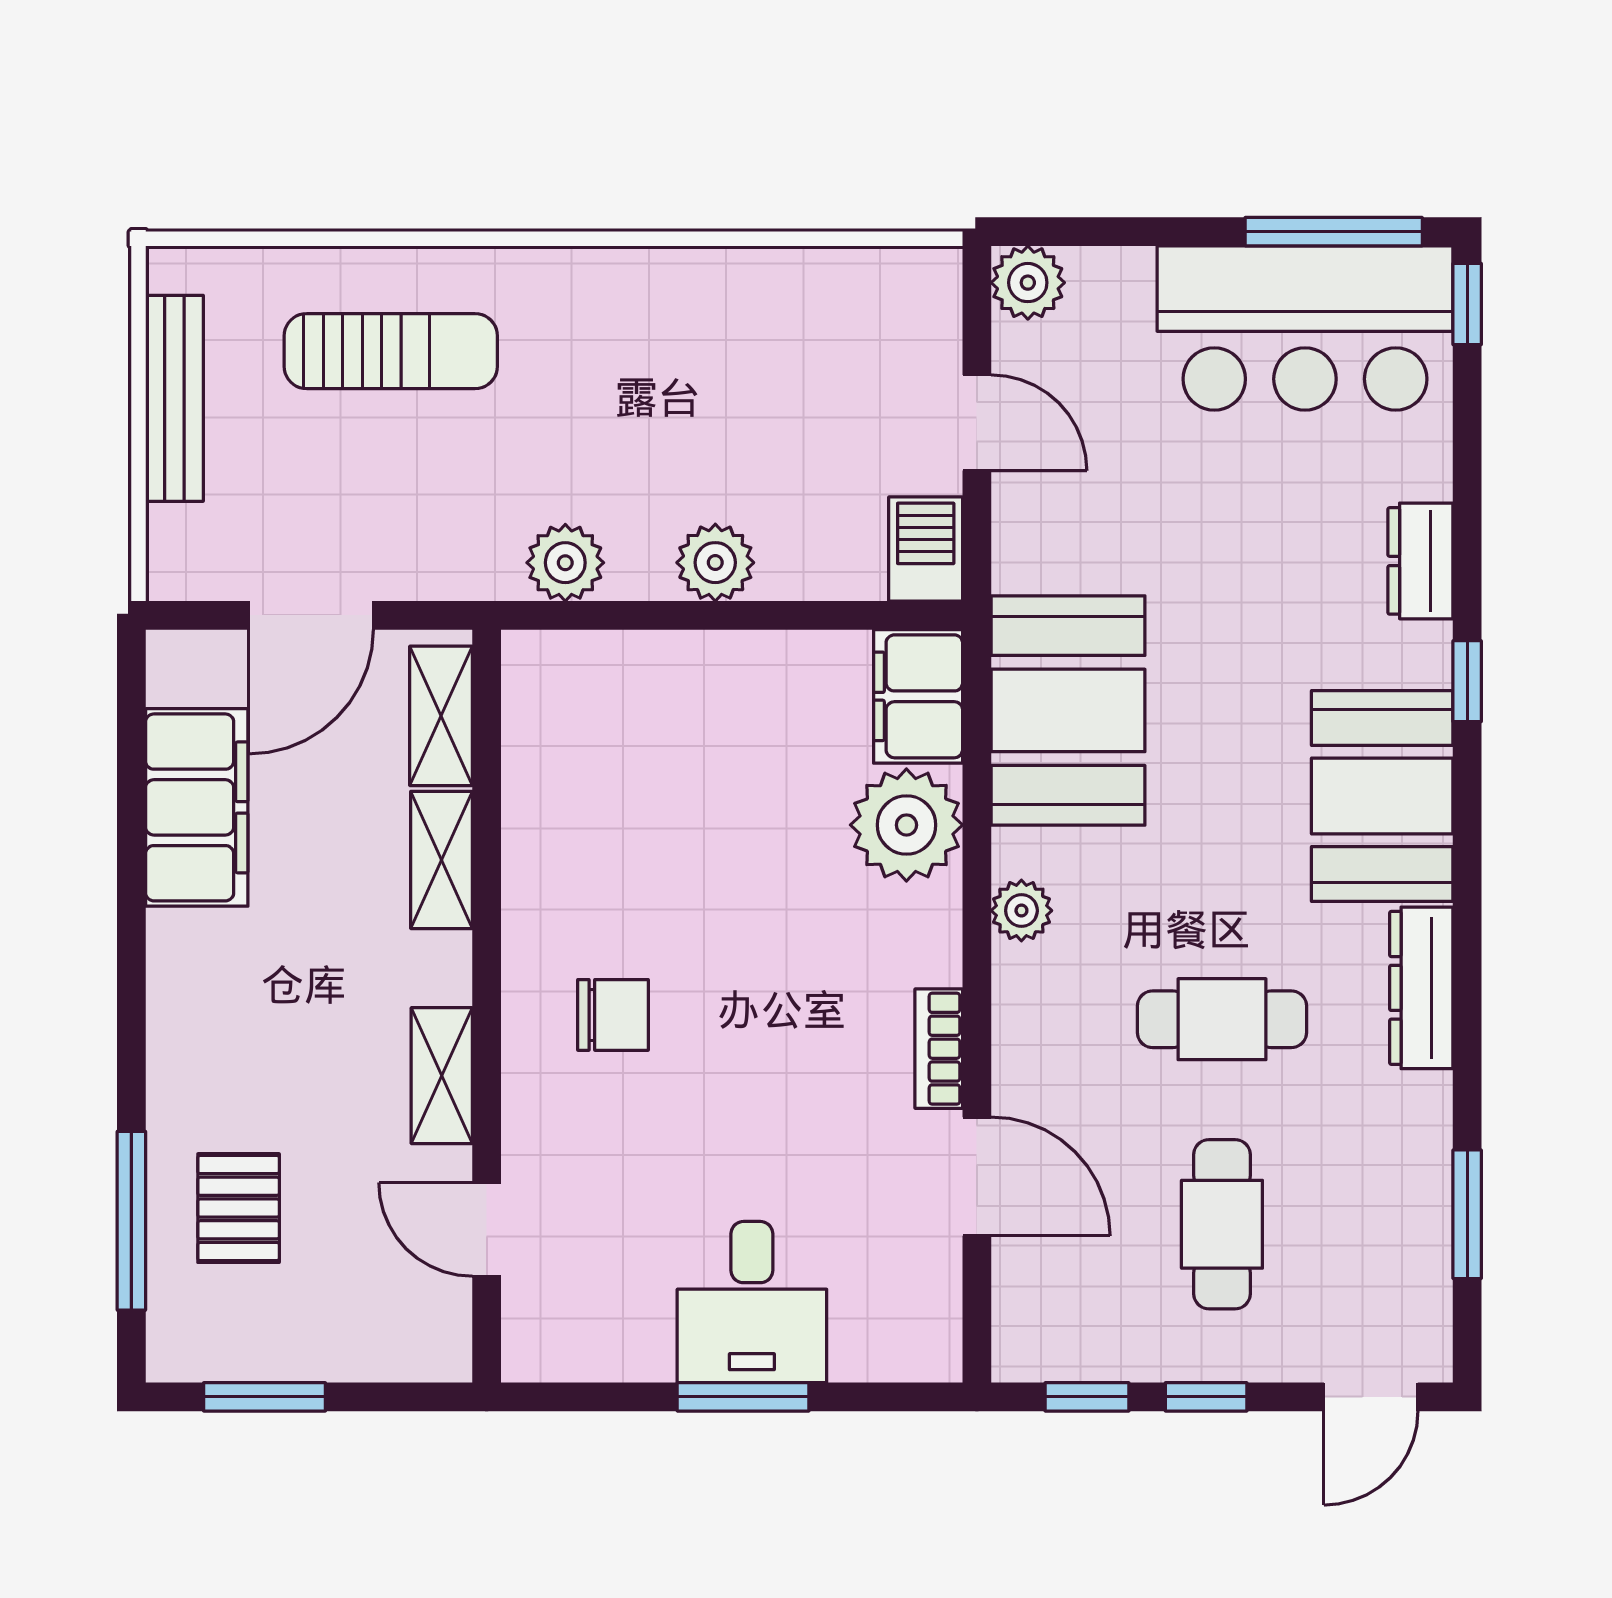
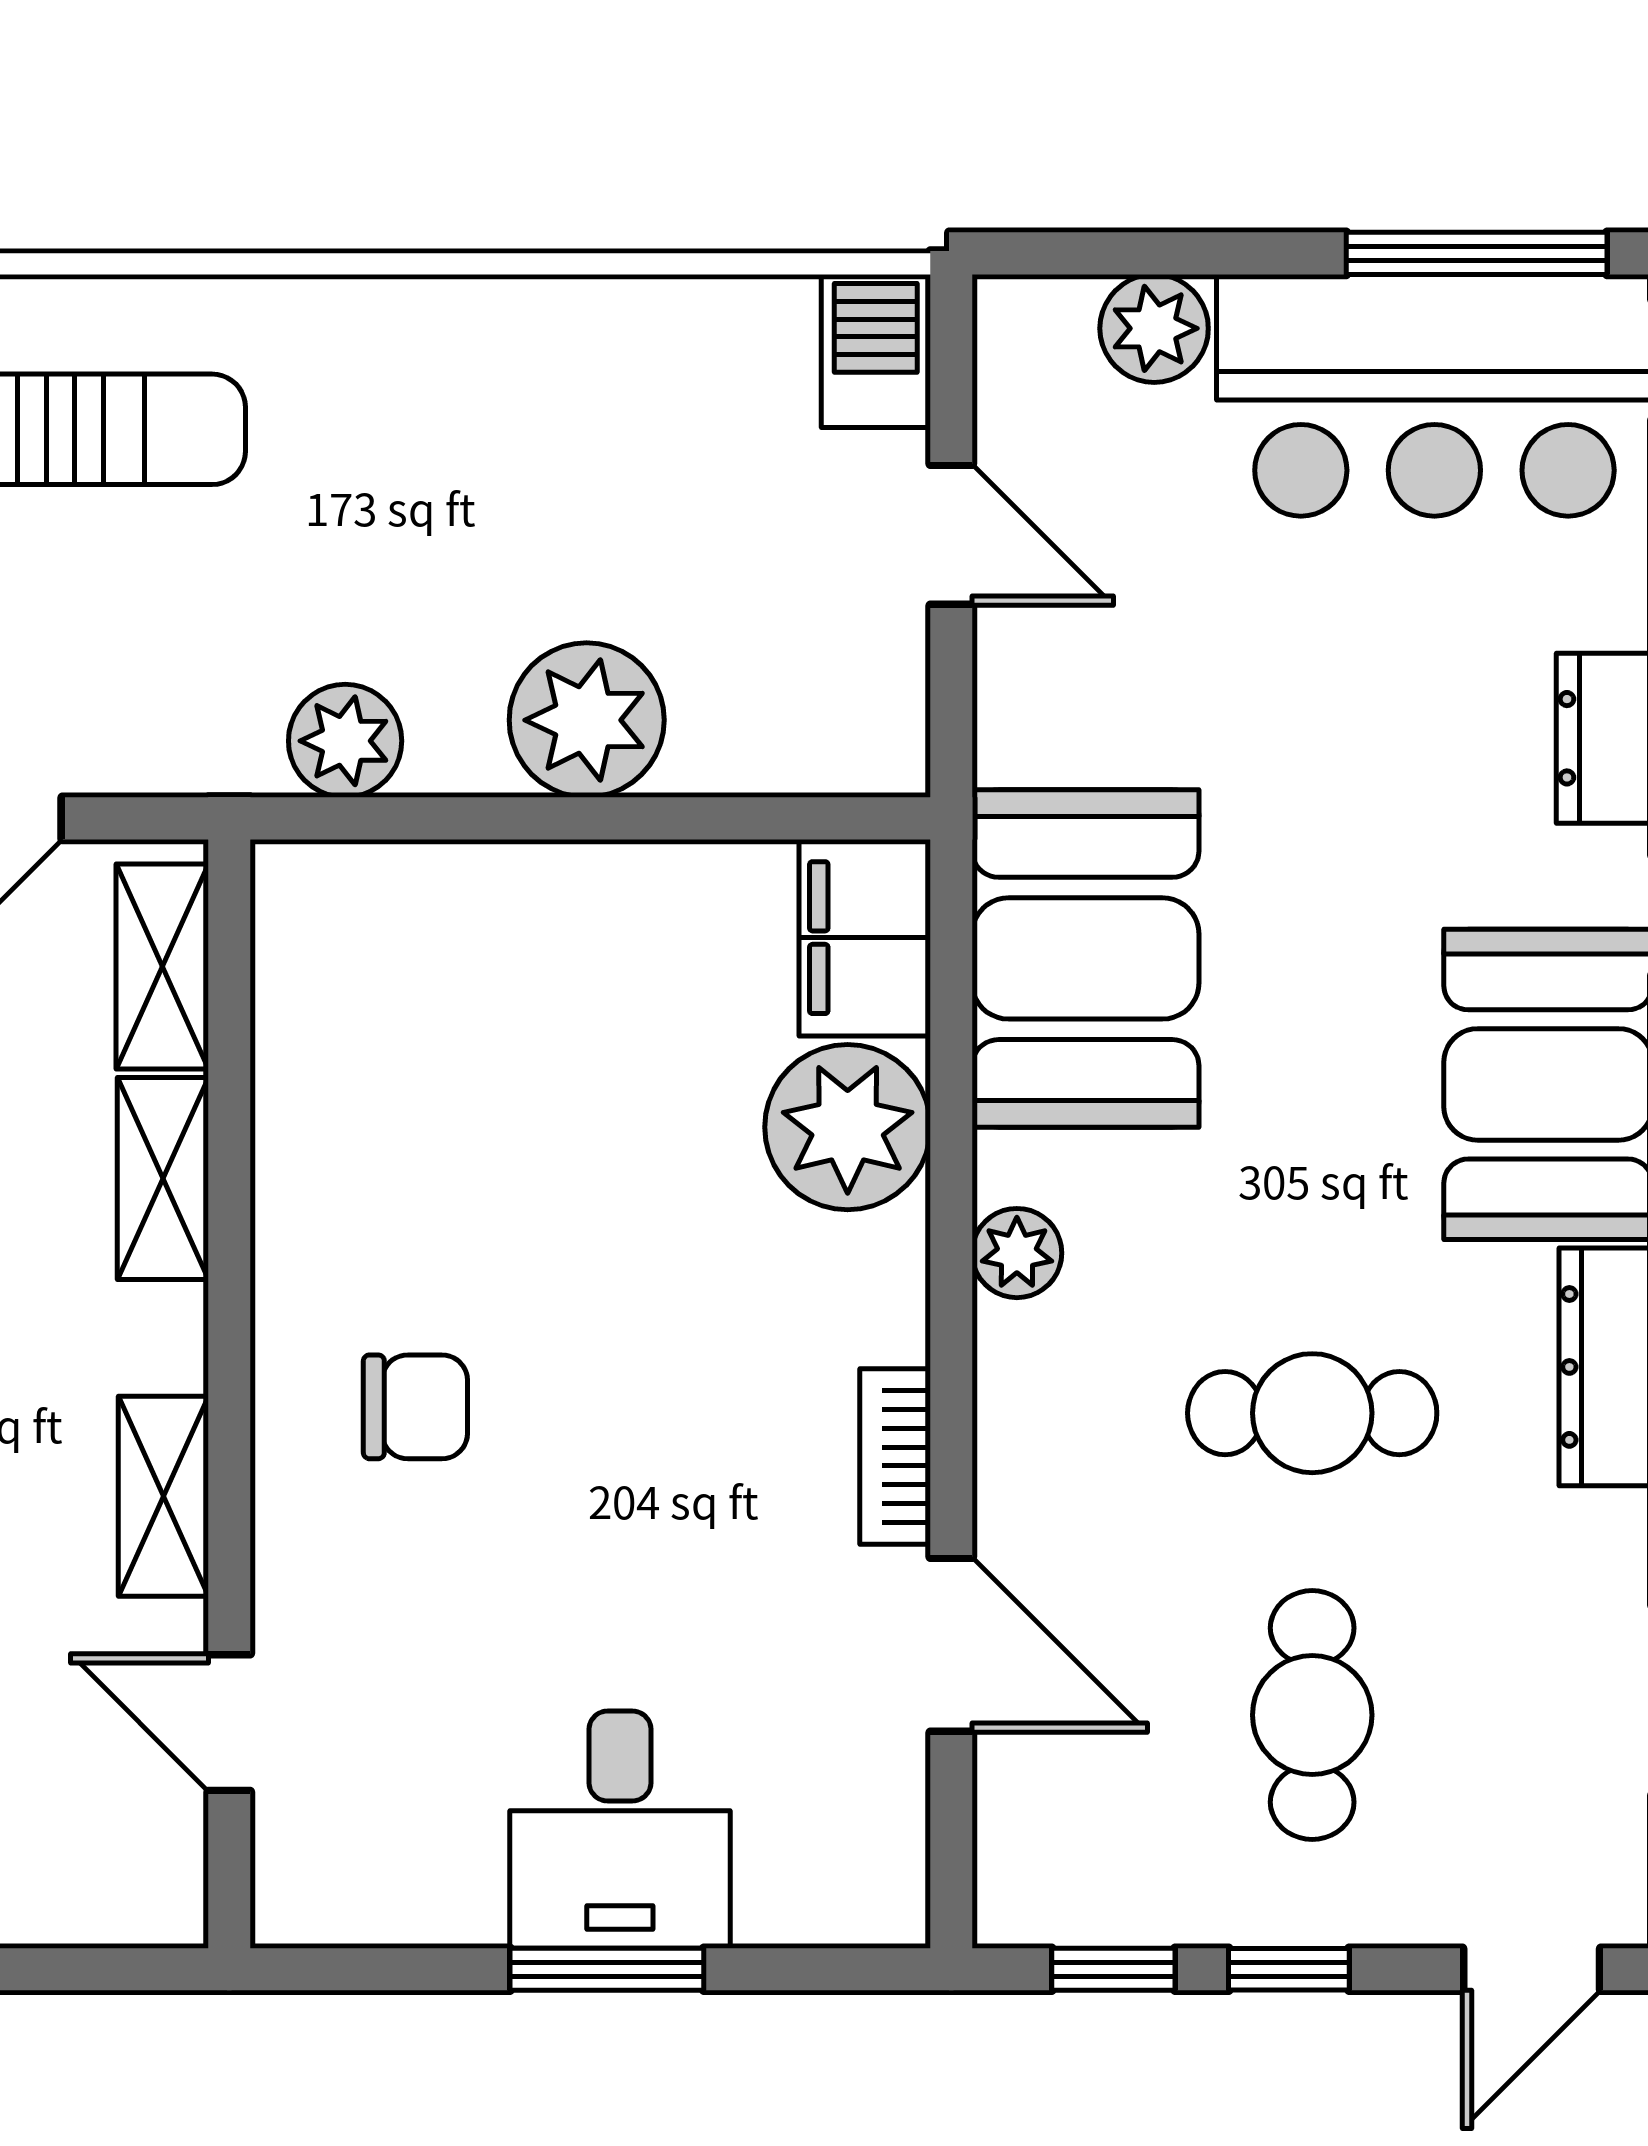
plant: (1028, 283) -> (1154, 328), moved
barbecue: (926, 549) -> (876, 351), moved
plant: (715, 563) -> (587, 720), width x1.36, depth x1.36

